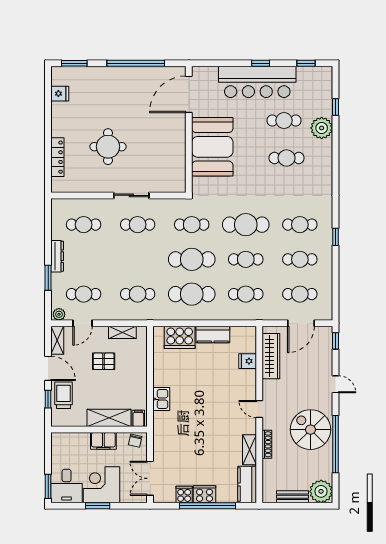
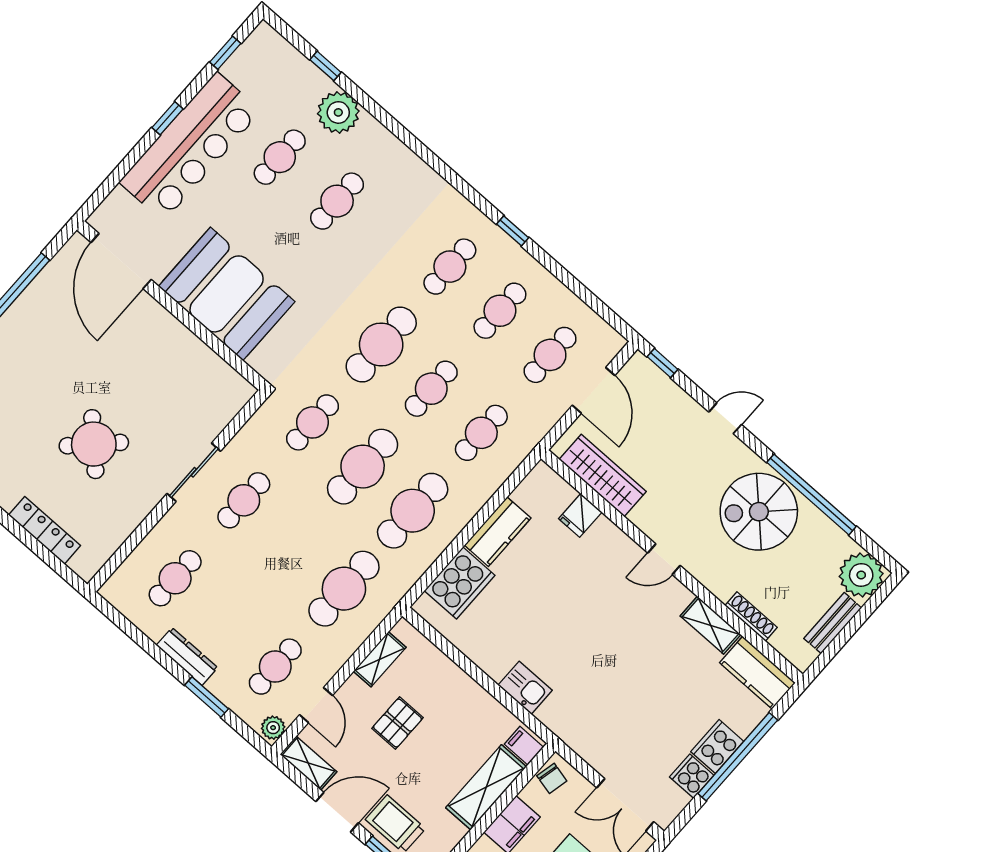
round table: (108, 147) -> (94, 444), turned 45
cafe table: (138, 294) -> (344, 589), width x1.37, depth x1.35
shoe rack: (267, 444) -> (751, 617), moved

